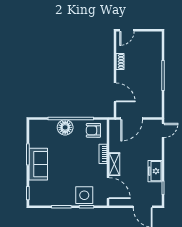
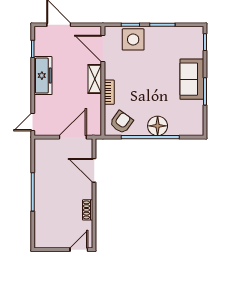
armchair: (93, 130) -> (121, 122), turned -54
freezer: (155, 171) -> (43, 76), width x1.40

